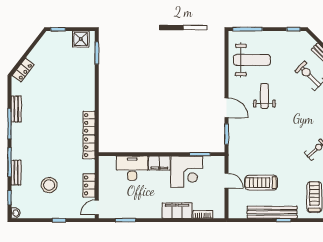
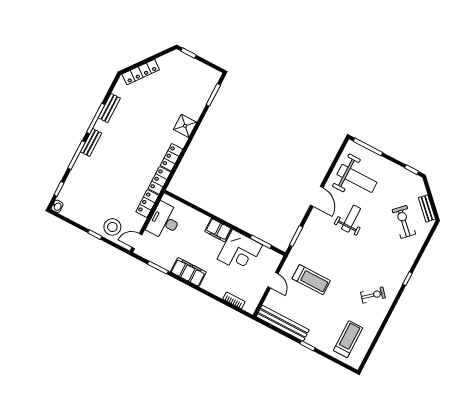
shower: (81, 39) -> (185, 126), moved
locker: (23, 70) -> (141, 72), width x1.53
door: (227, 108) -> (317, 196), moved
desk: (132, 168) -> (164, 221), moved, turned -90
bench: (16, 173) -> (91, 142), moved
treadmill: (261, 183) -> (311, 280), moved, turned 180
stool: (49, 185) -> (112, 227), moved
locker: (89, 185) -> (147, 204), moved
filing cabinet: (177, 211) -> (188, 272), moved
bench: (272, 212) -> (283, 323), moved

